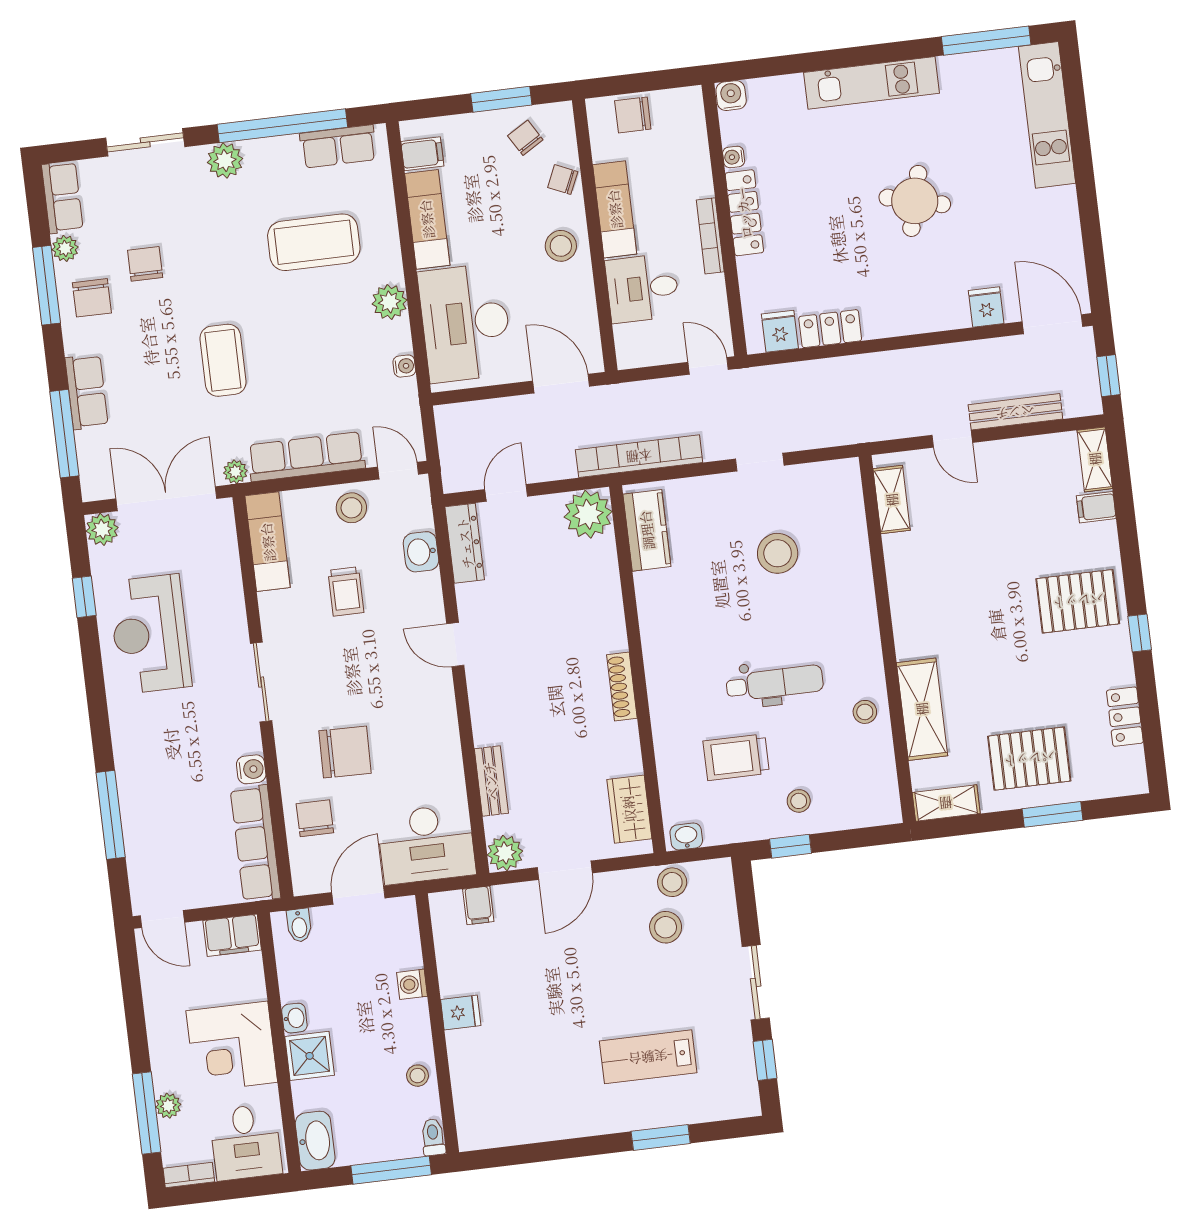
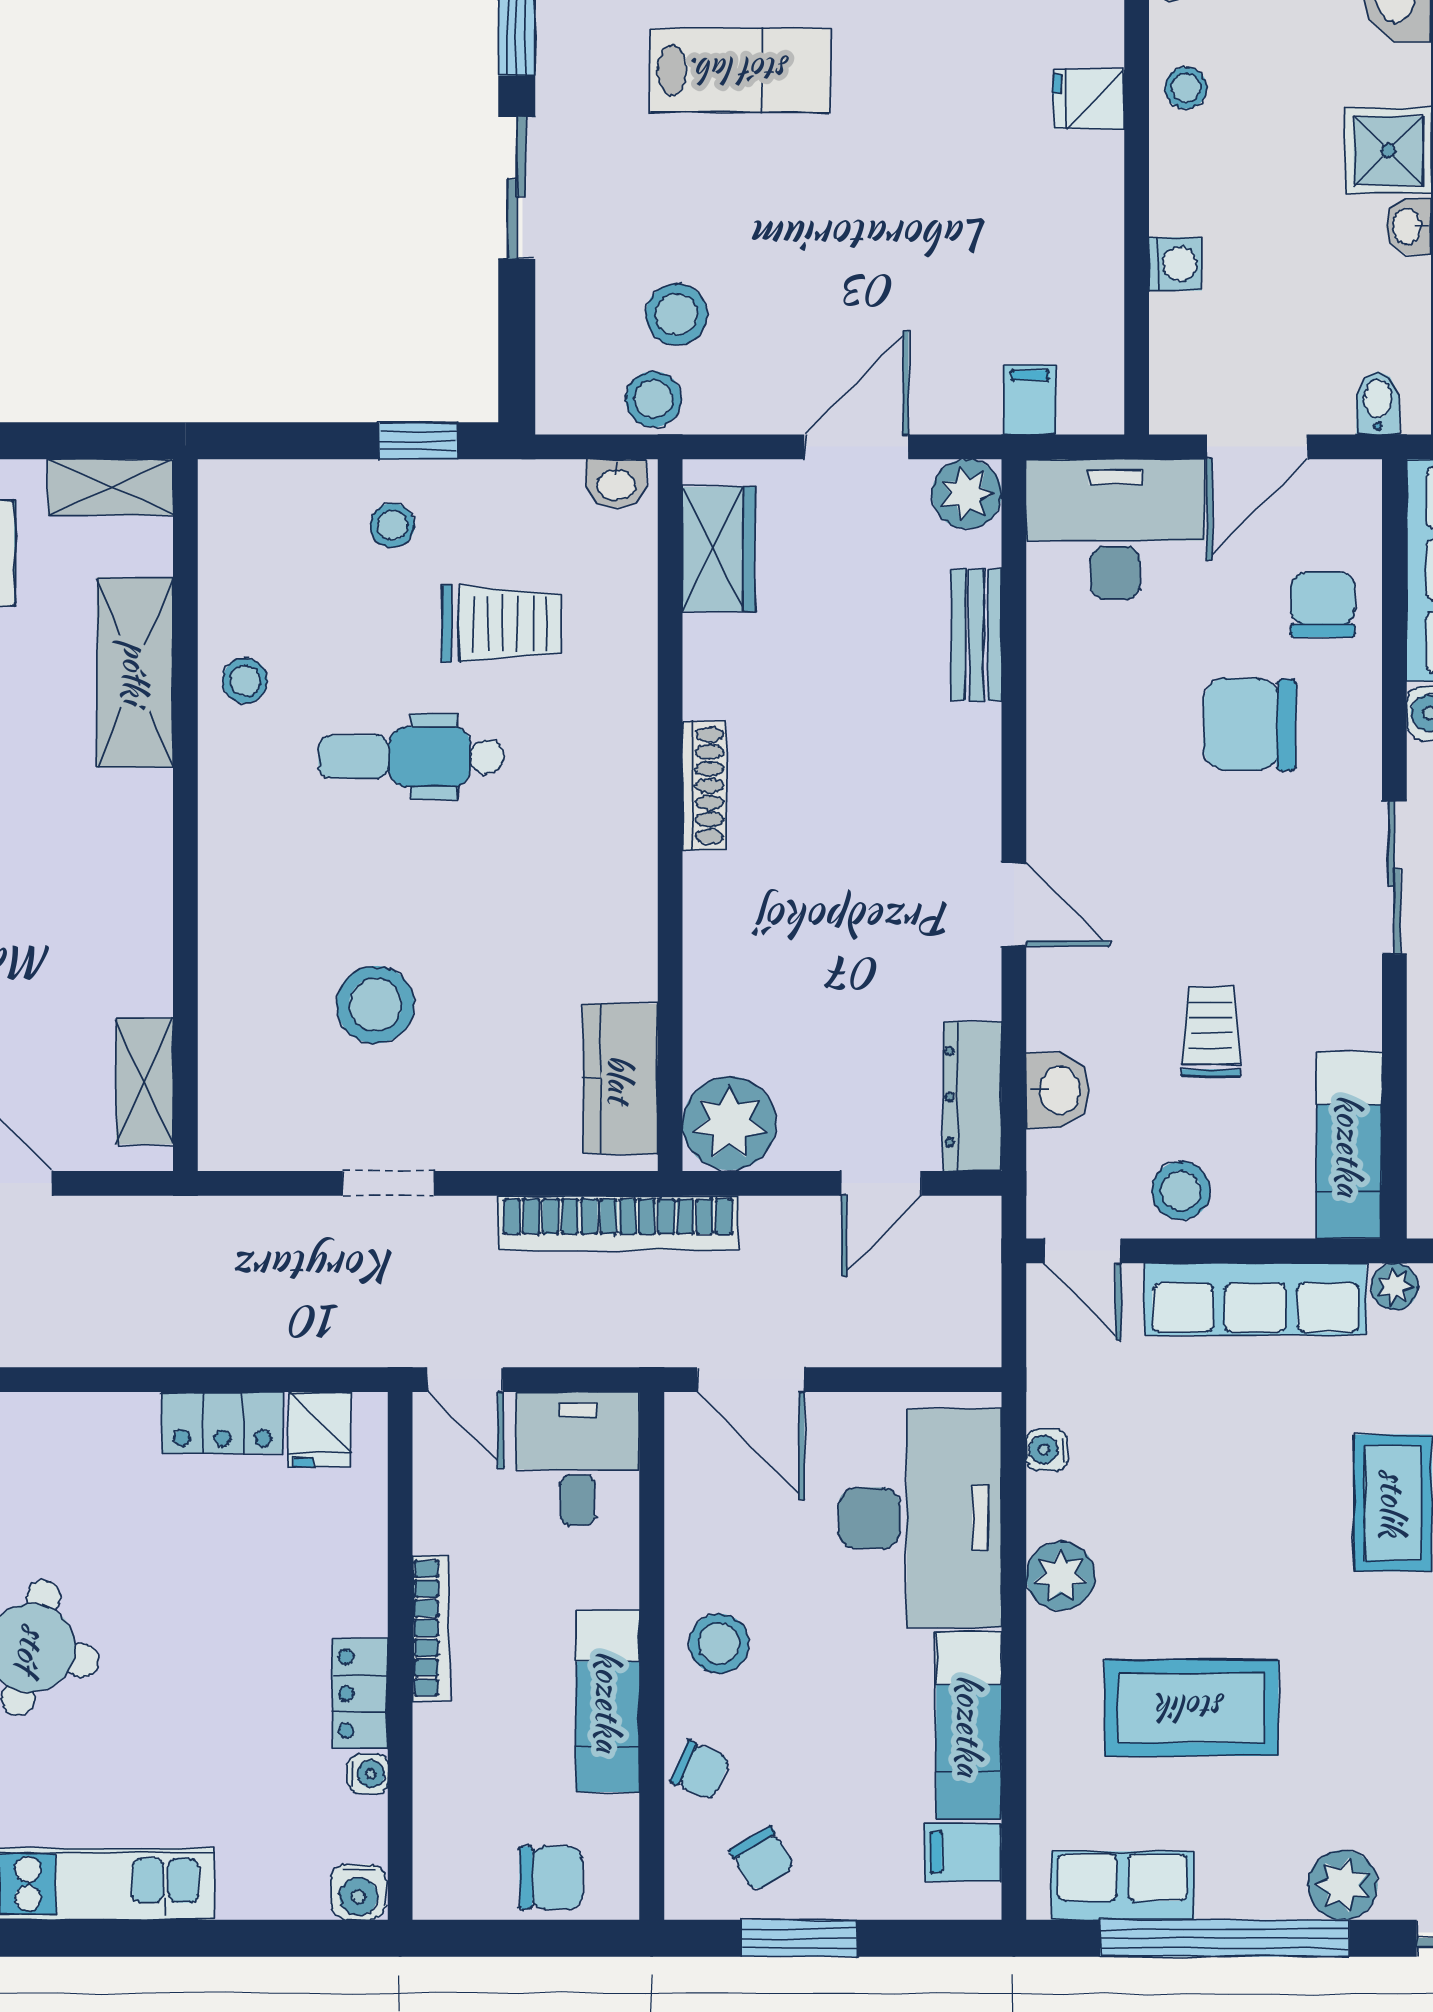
locker: (744, 213) -> (360, 1694), width x0.66
desk: (642, 288) -> (578, 1459), moved, turned -90
chair: (315, 818) -> (1323, 604), turned 180
fridge: (461, 1013) -> (1089, 99), moved

